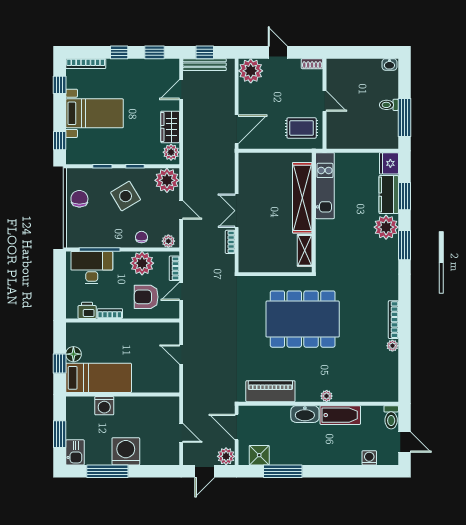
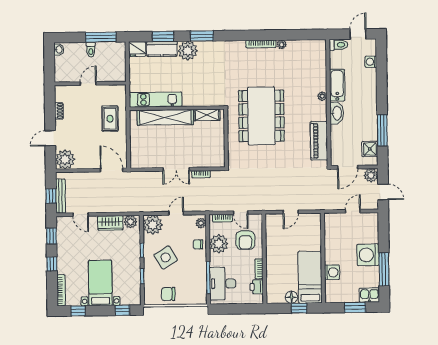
door: (325, 101) -> (88, 84), moved
wall: (325, 104) -> (90, 83), moved

